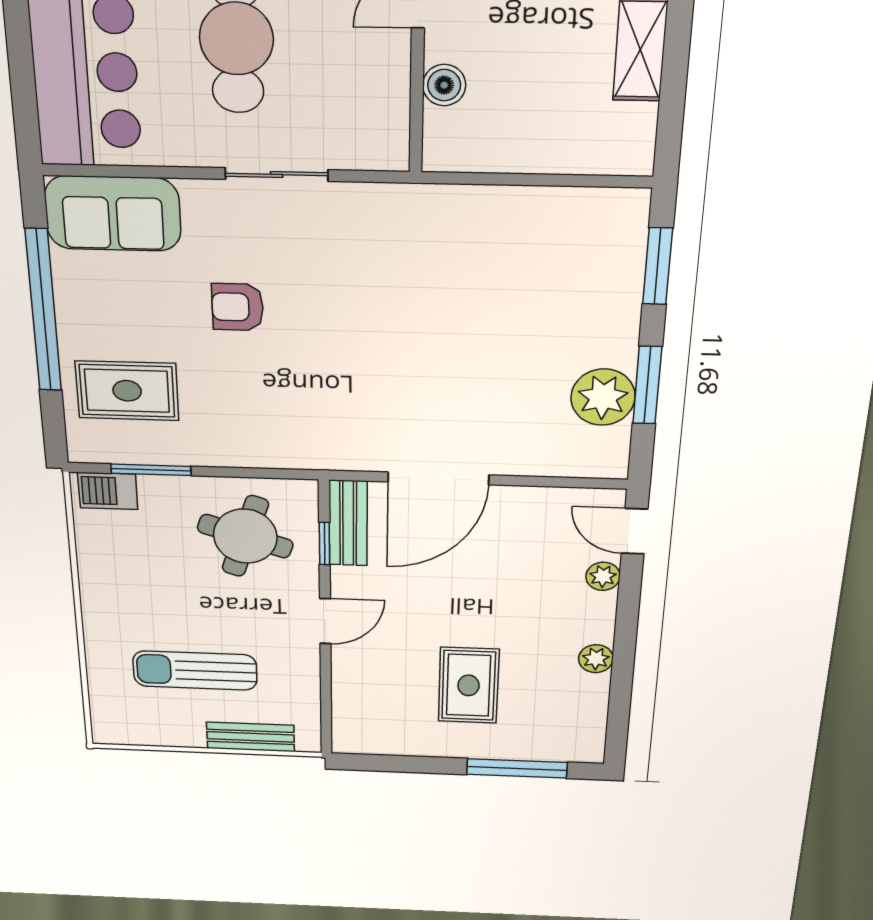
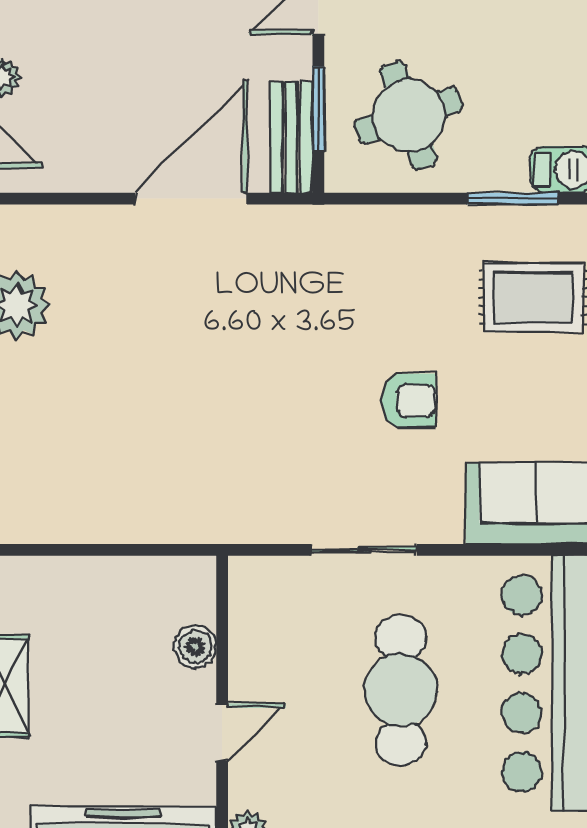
round table: (245, 536) -> (409, 115), turned -37
window: (324, 544) -> (318, 109), width x1.50

